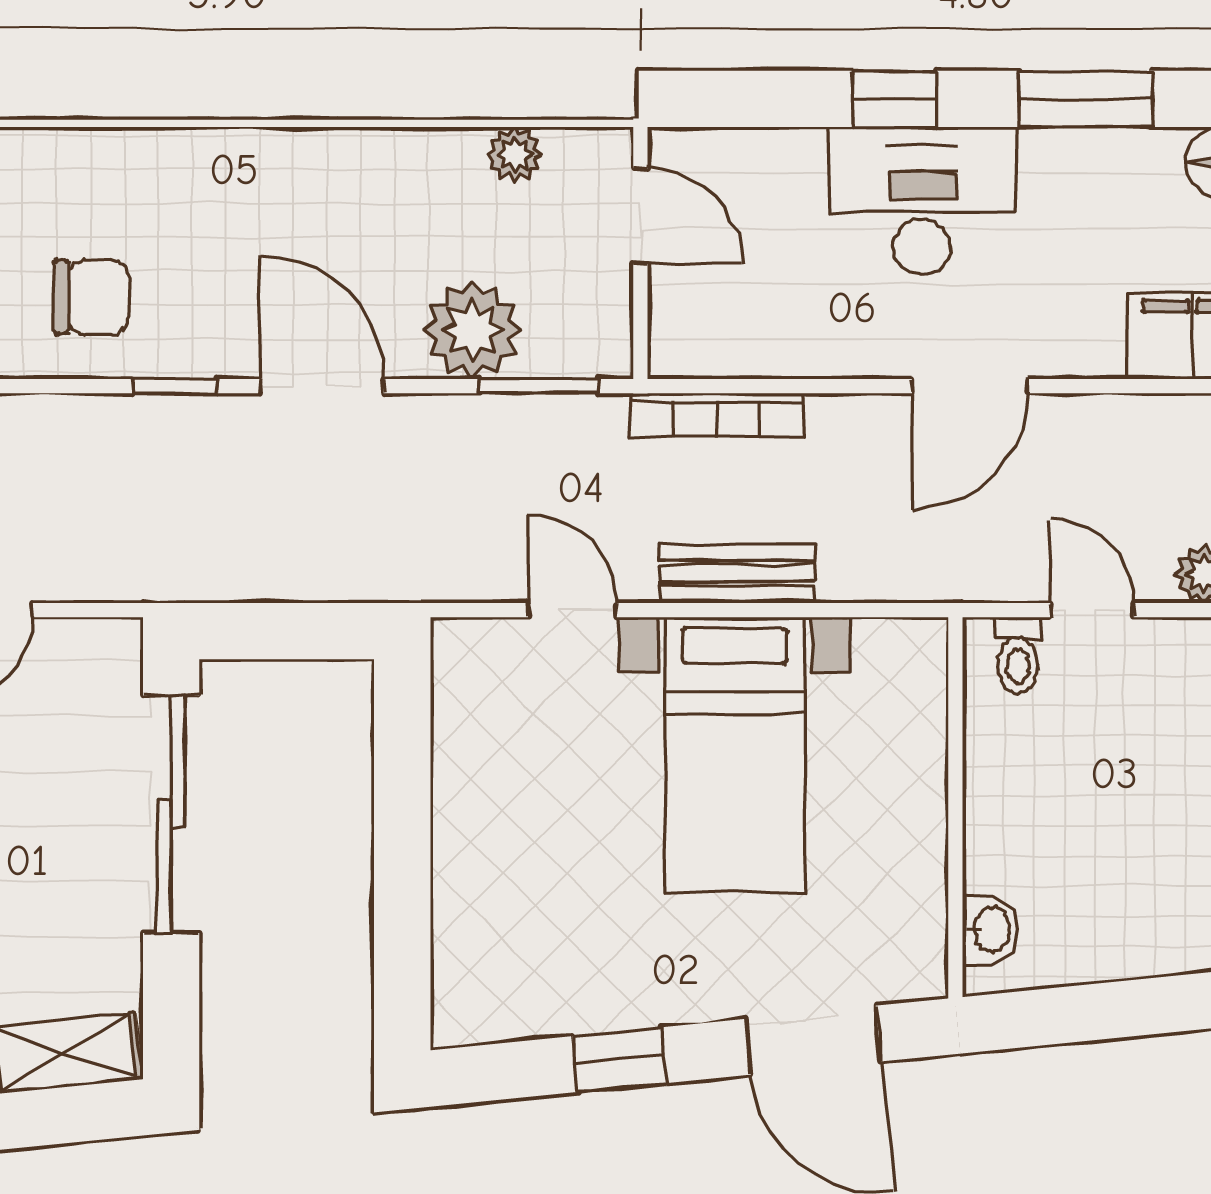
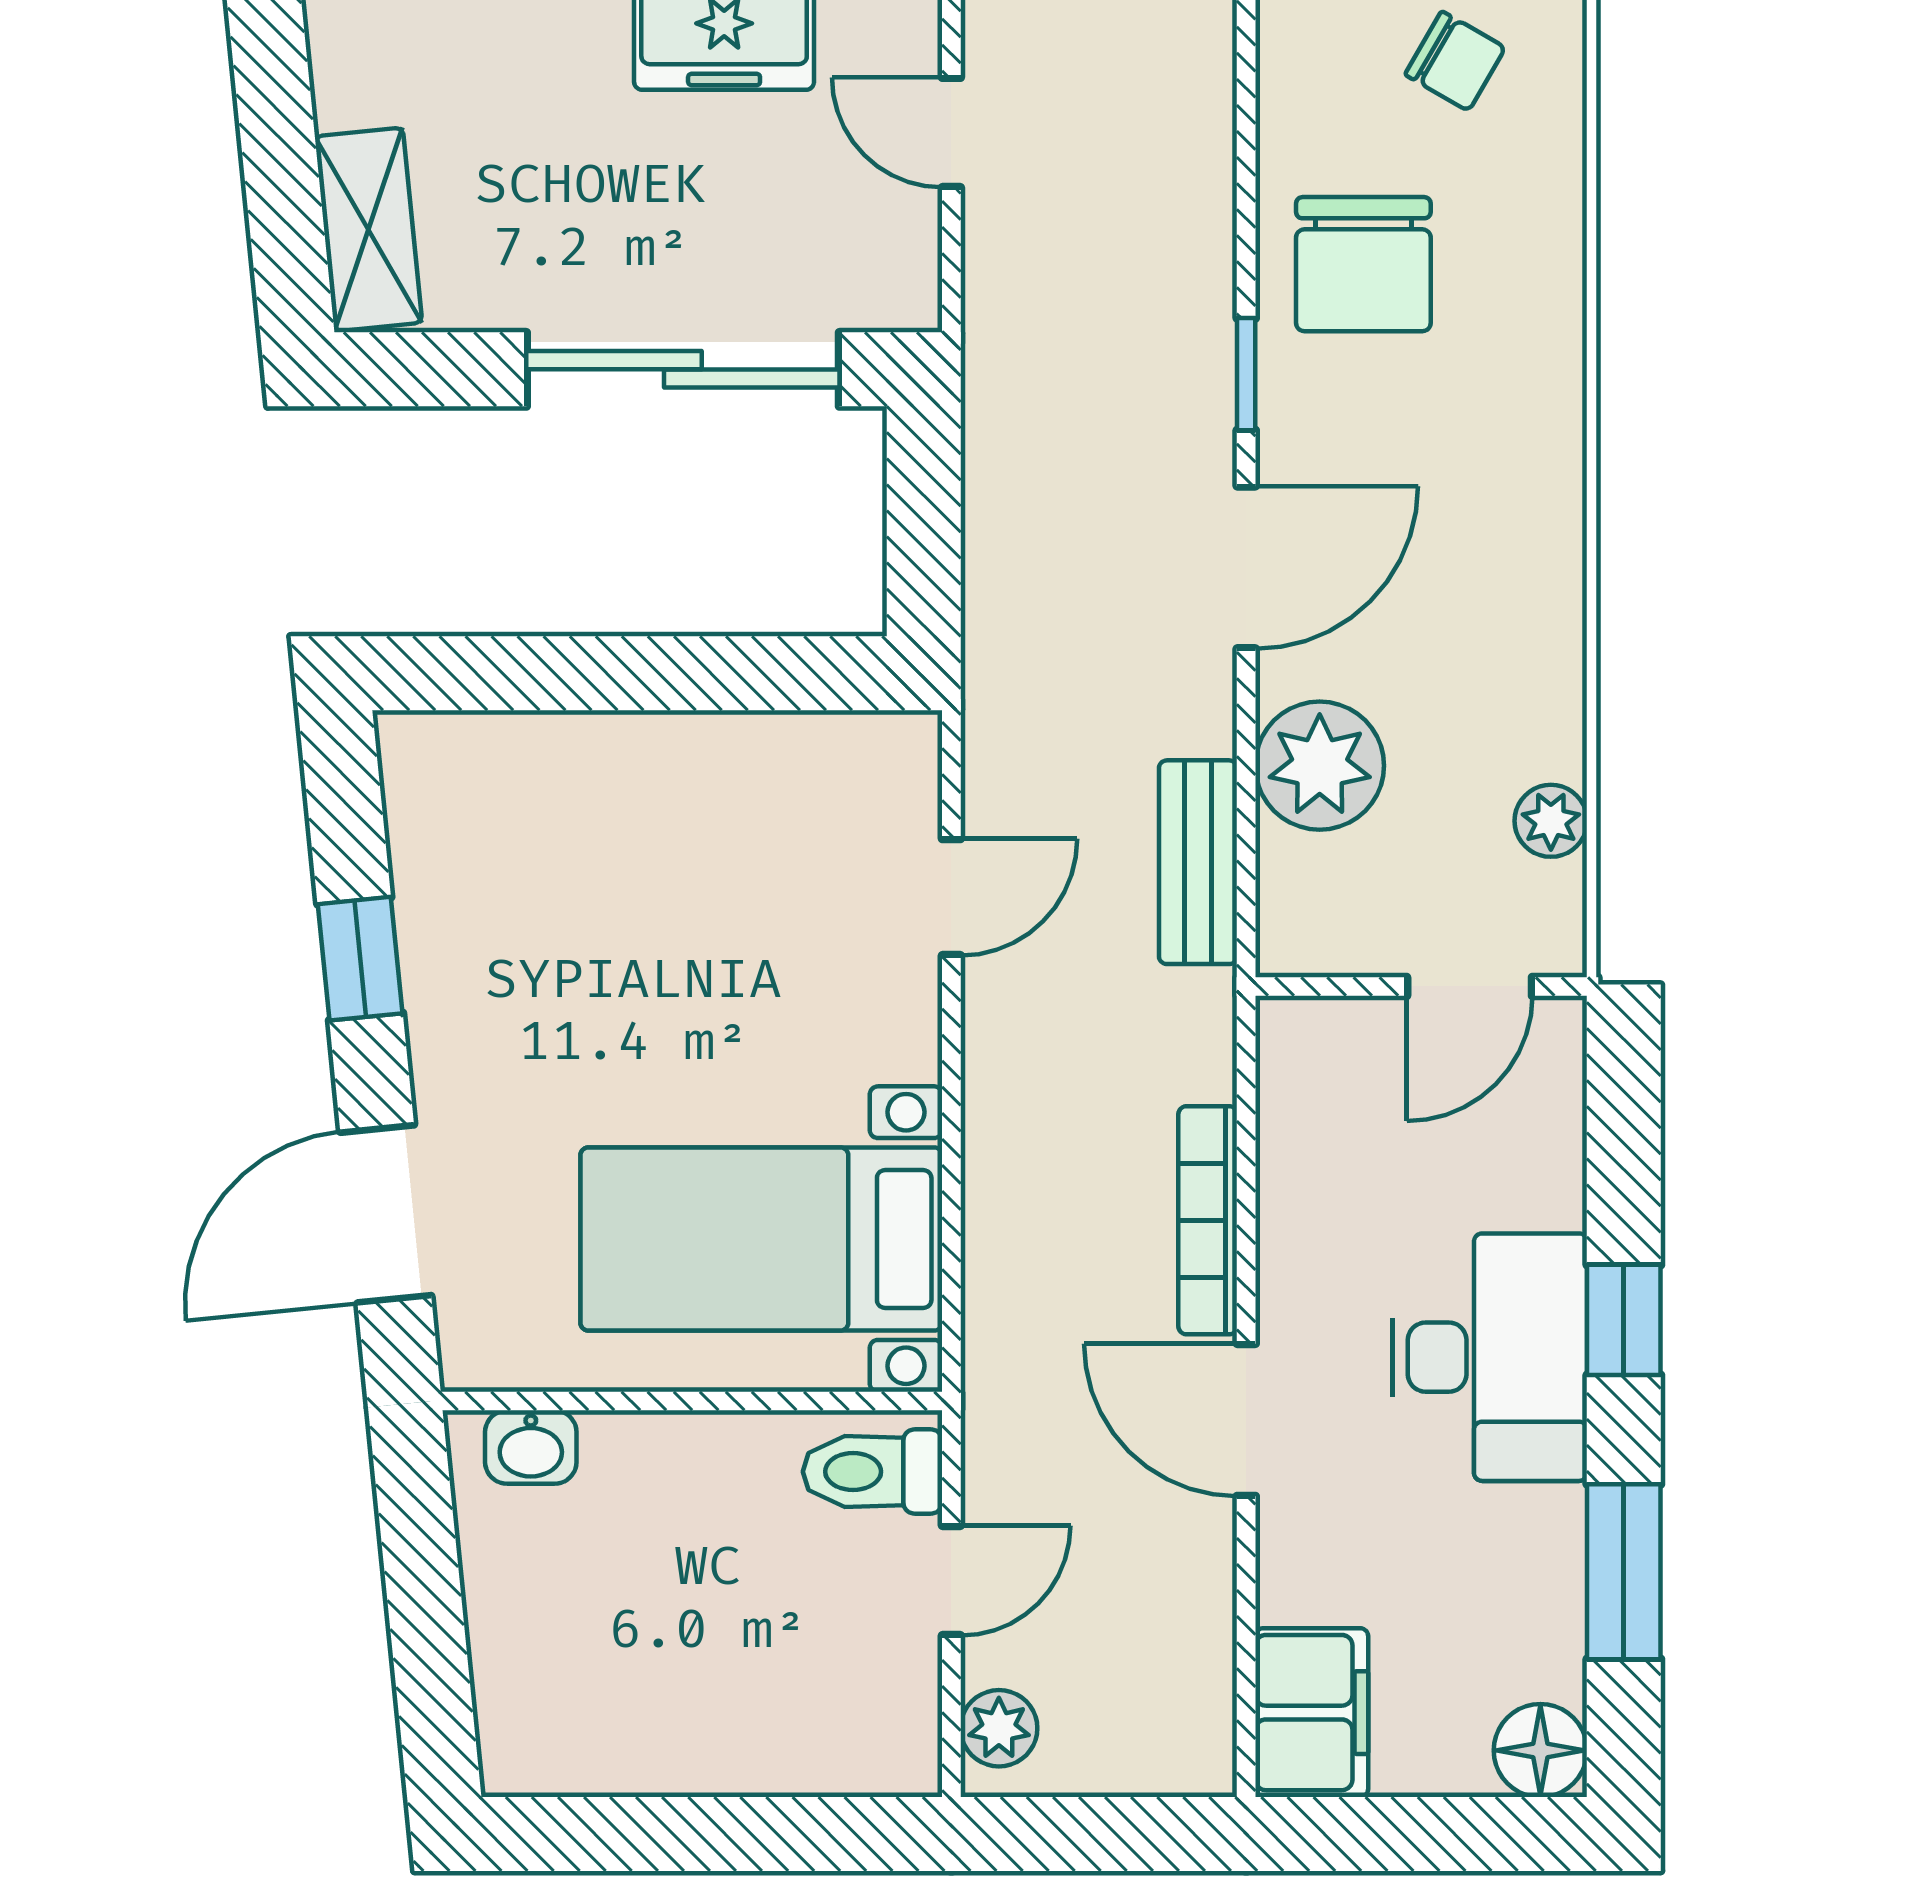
chair: (91, 297) -> (1363, 264), width x1.37, depth x1.37
window: (539, 386) -> (1246, 853), removed
bookcase: (716, 415) -> (1208, 1220), moved
bench: (737, 573) -> (1198, 862), moved
toilet: (1018, 655) -> (873, 1472), width x1.37, depth x1.39
bed with nightstands: (735, 755) -> (761, 1239), moved

